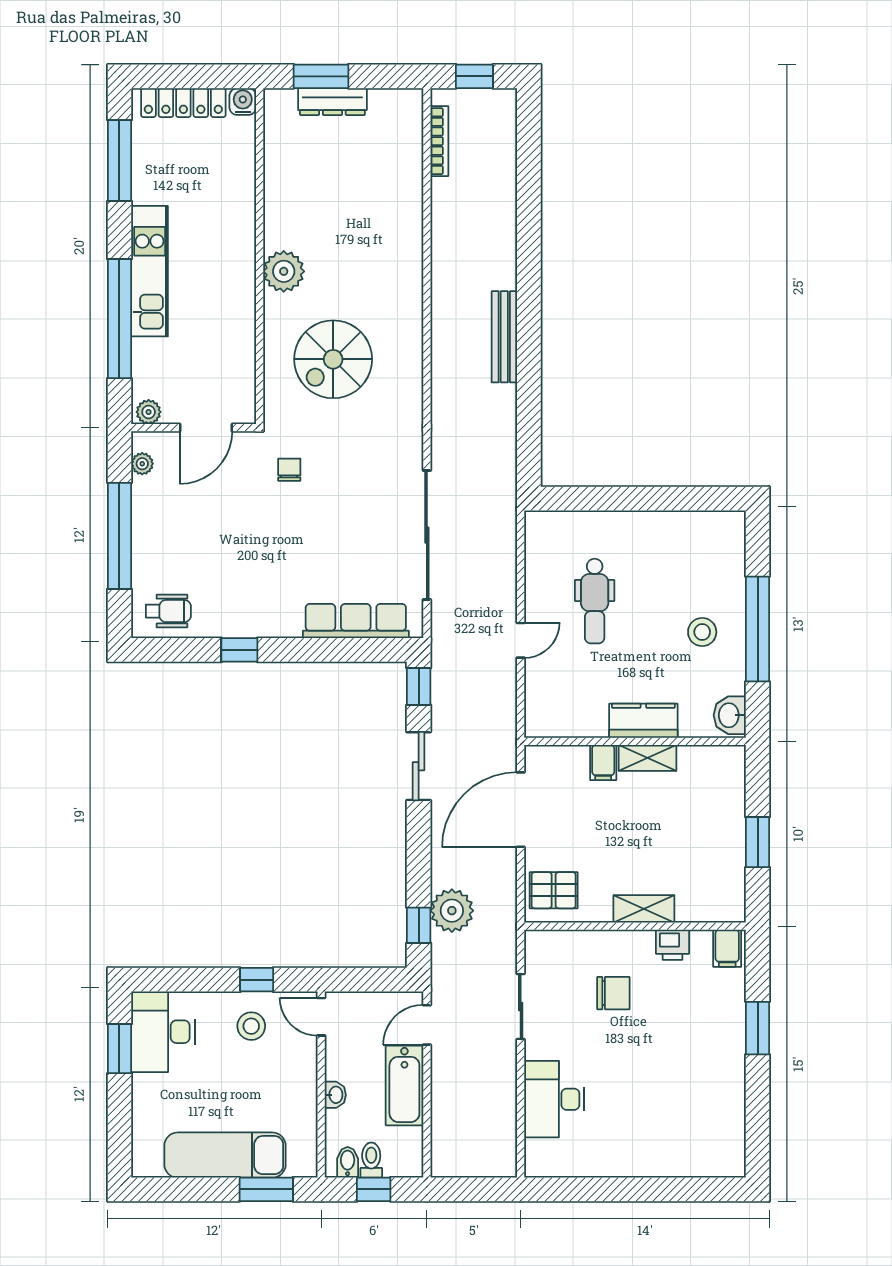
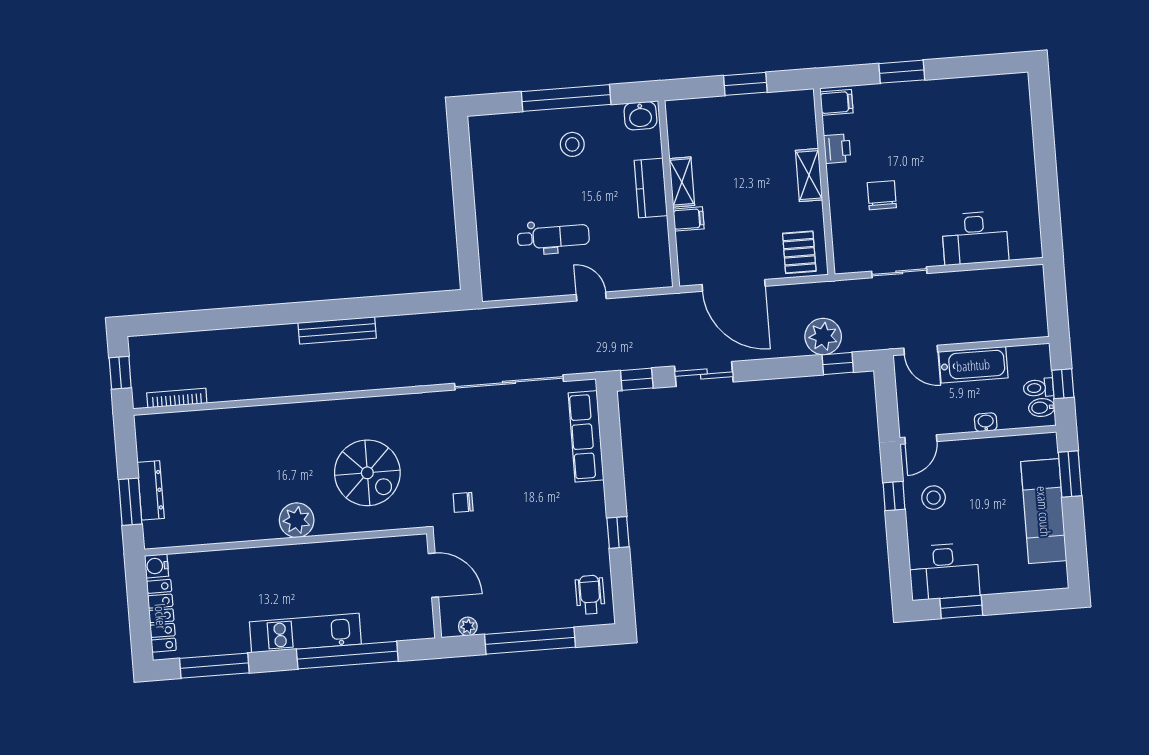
plant: (149, 412) -> (424, 625), removed

